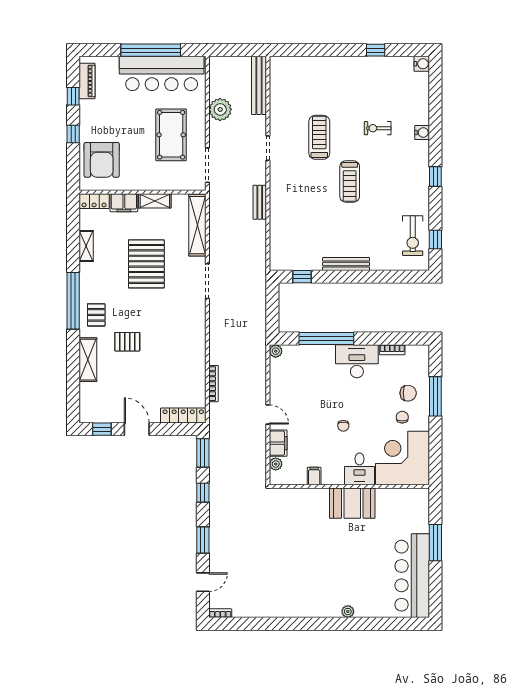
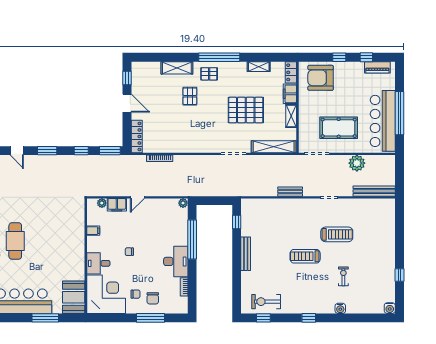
door: (137, 429) -> (127, 103), hinge flipped
booth: (352, 503) -> (74, 297), moved
cafe table: (328, 584) -> (15, 241), added

